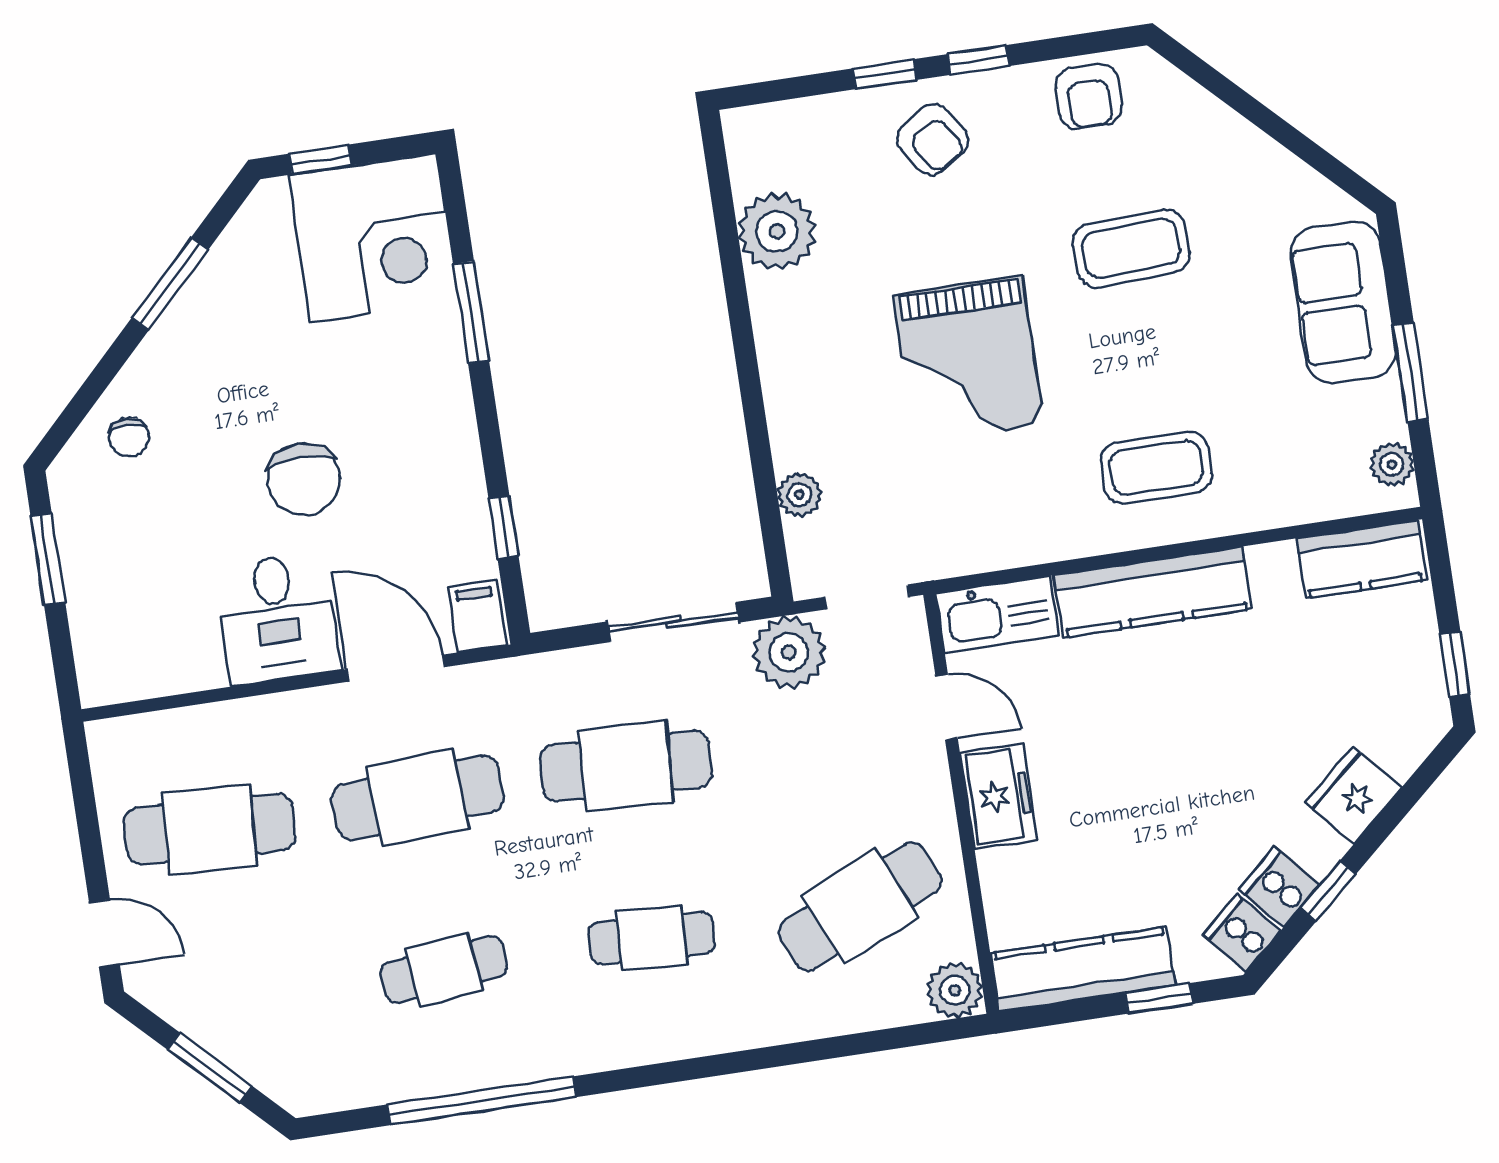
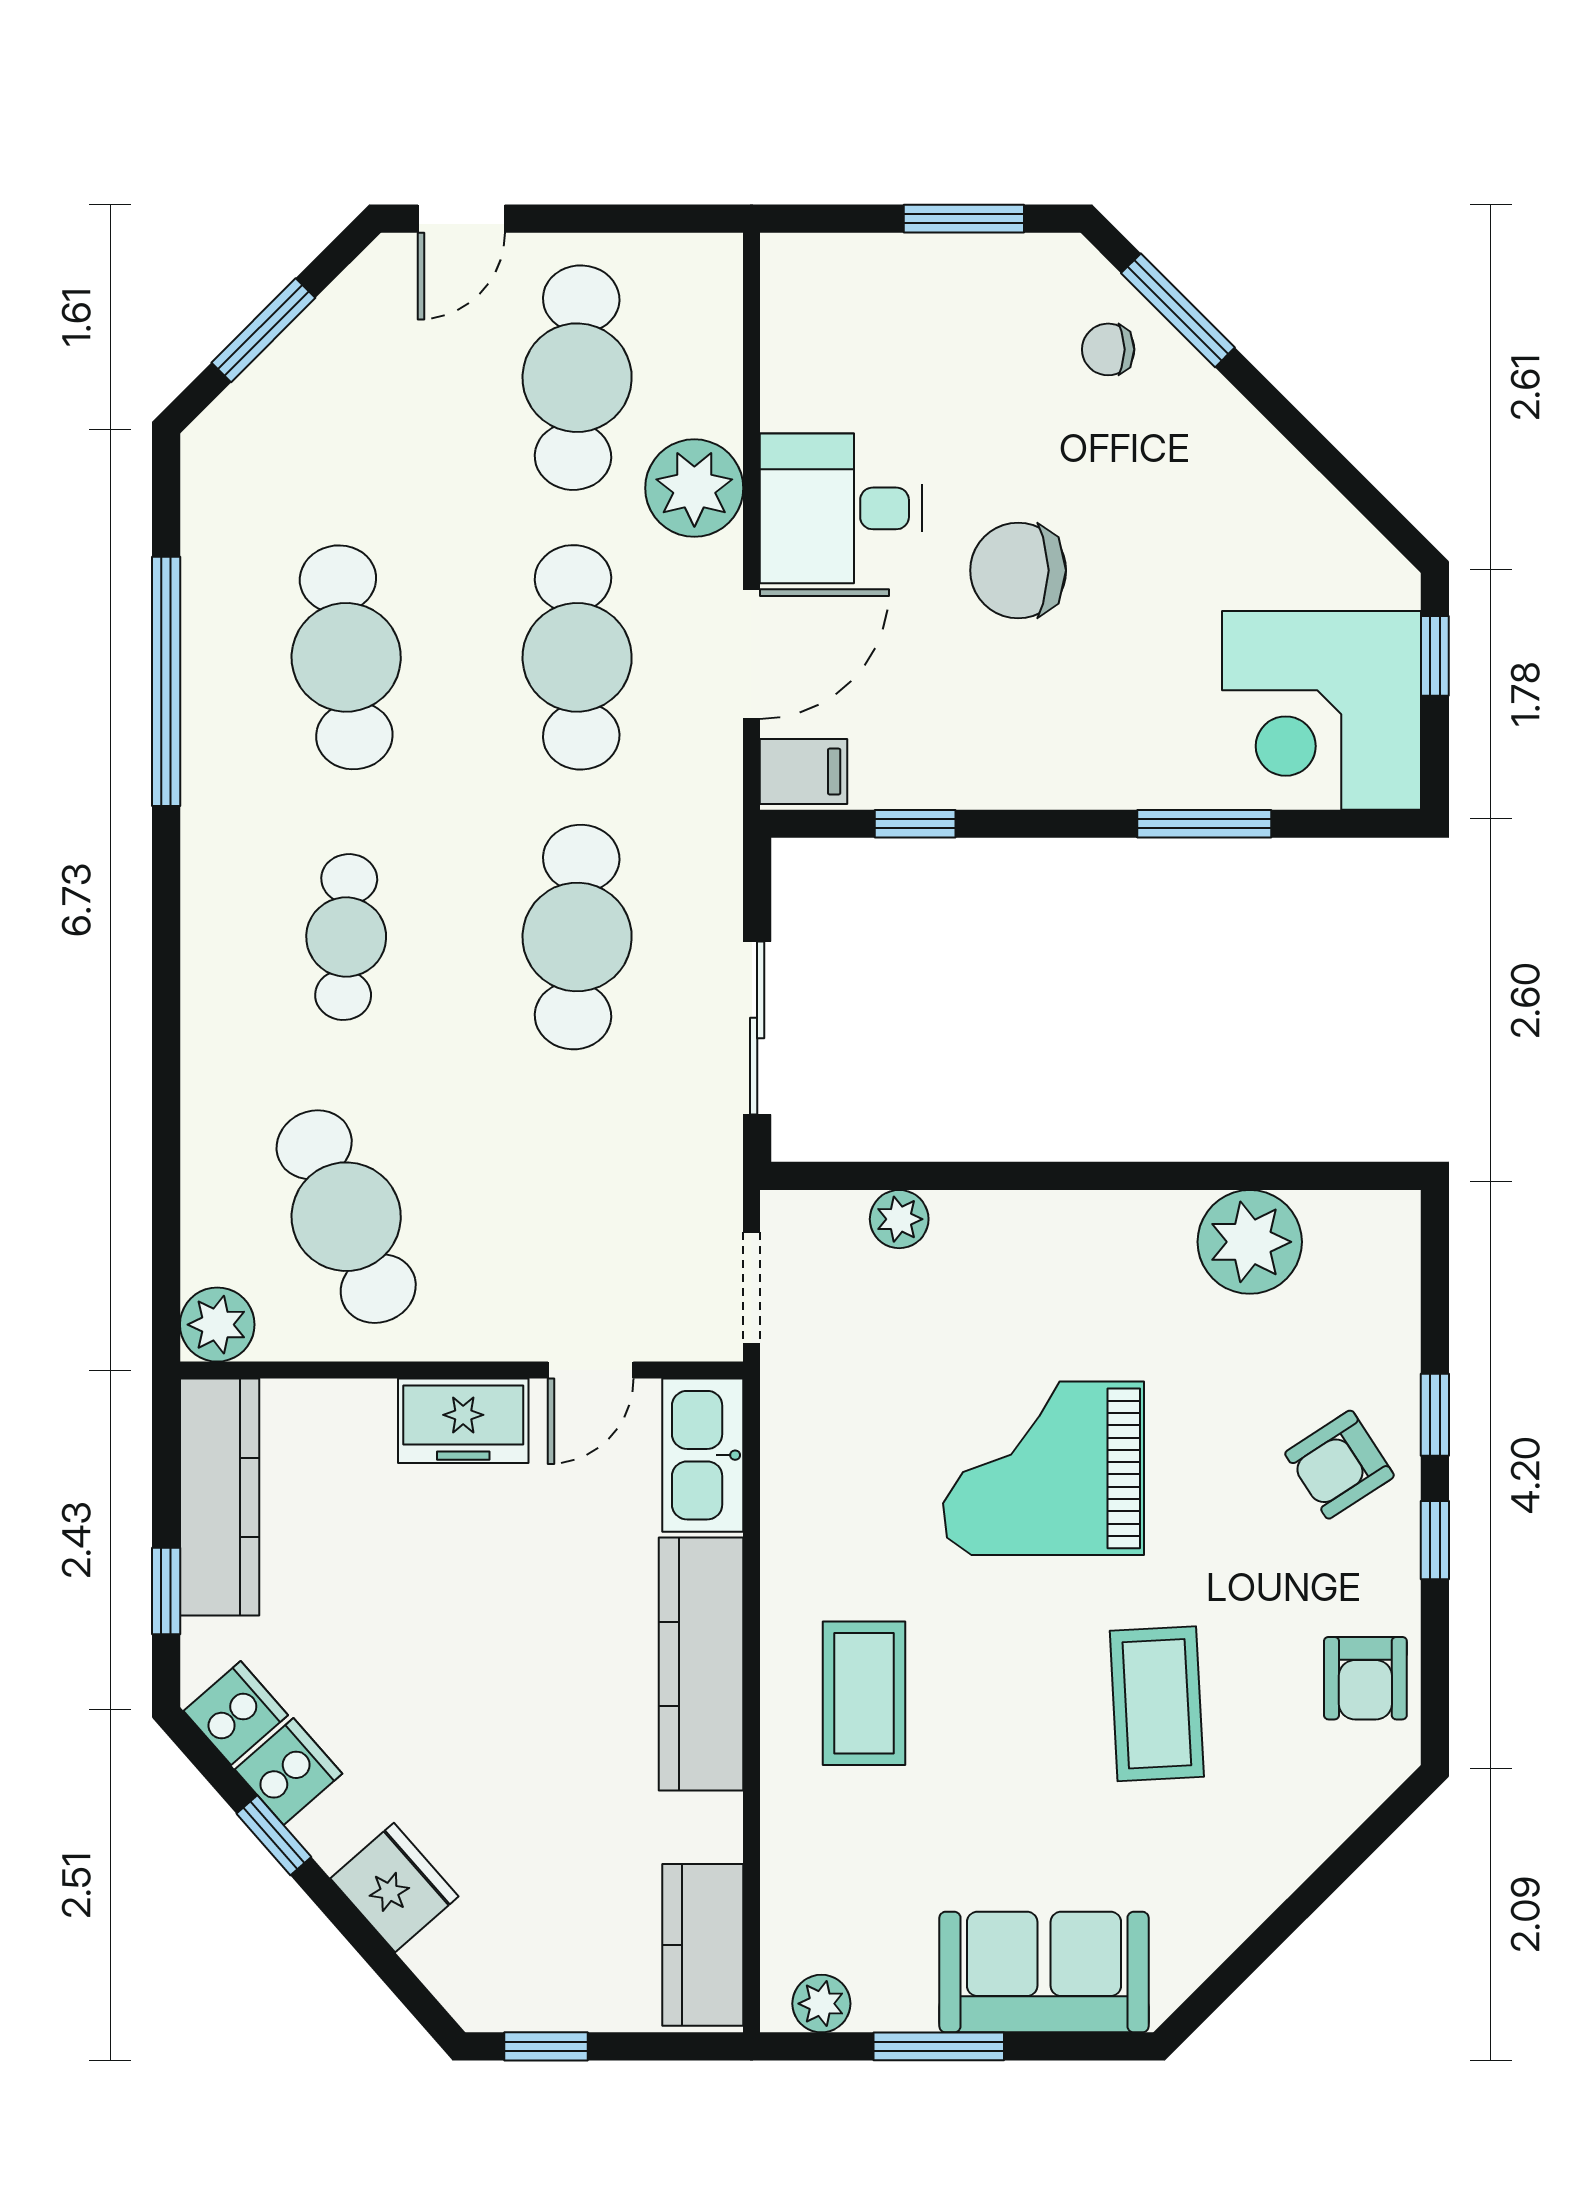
armchair: (1089, 96) -> (1365, 1678), turned -90
window: (170, 284) -> (1178, 310), moved
plant: (789, 652) -> (694, 488), moved
cafe table: (444, 969) -> (346, 657), width x1.37, depth x1.35

